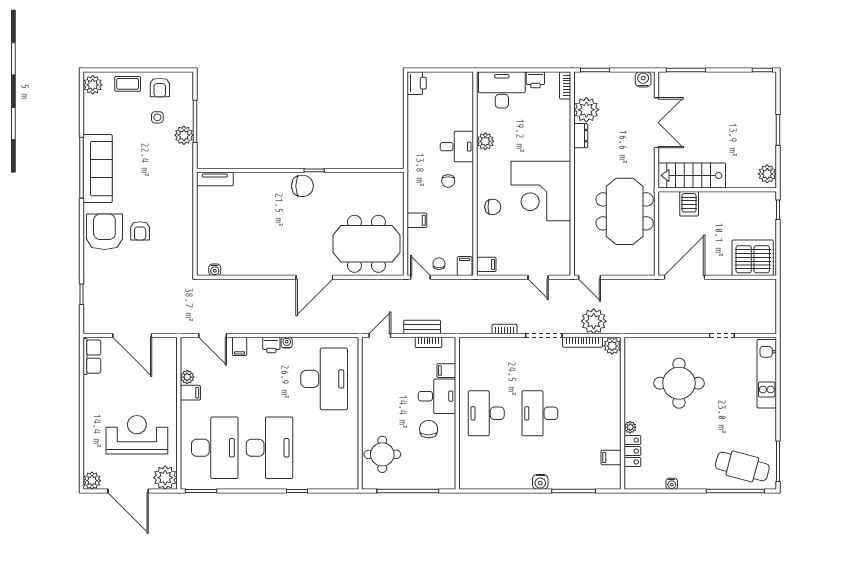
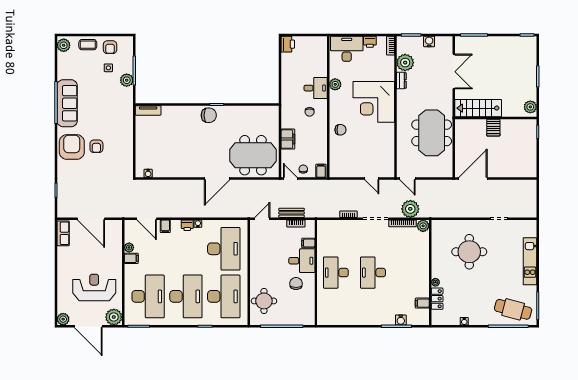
water cooler: (643, 79) -> (429, 42), moved
corner desk: (541, 191) -> (374, 102), moved
server rack: (689, 204) -> (493, 128), moved
filing cabinet: (417, 220) -> (288, 139), width x2.00
server rack: (753, 258) -> (520, 165), removed
filing cabinet: (486, 264) -> (336, 170), removed
kitchen unit: (767, 374) -> (530, 261), moved
desk: (324, 448) -> (224, 296), added
water cooler: (540, 482) -> (401, 320), moved

